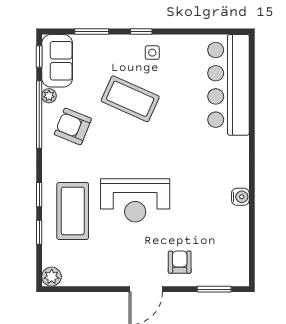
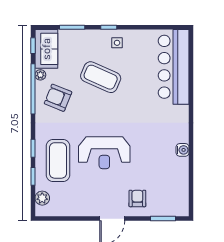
plant: (52, 277) -> (42, 198), moved

